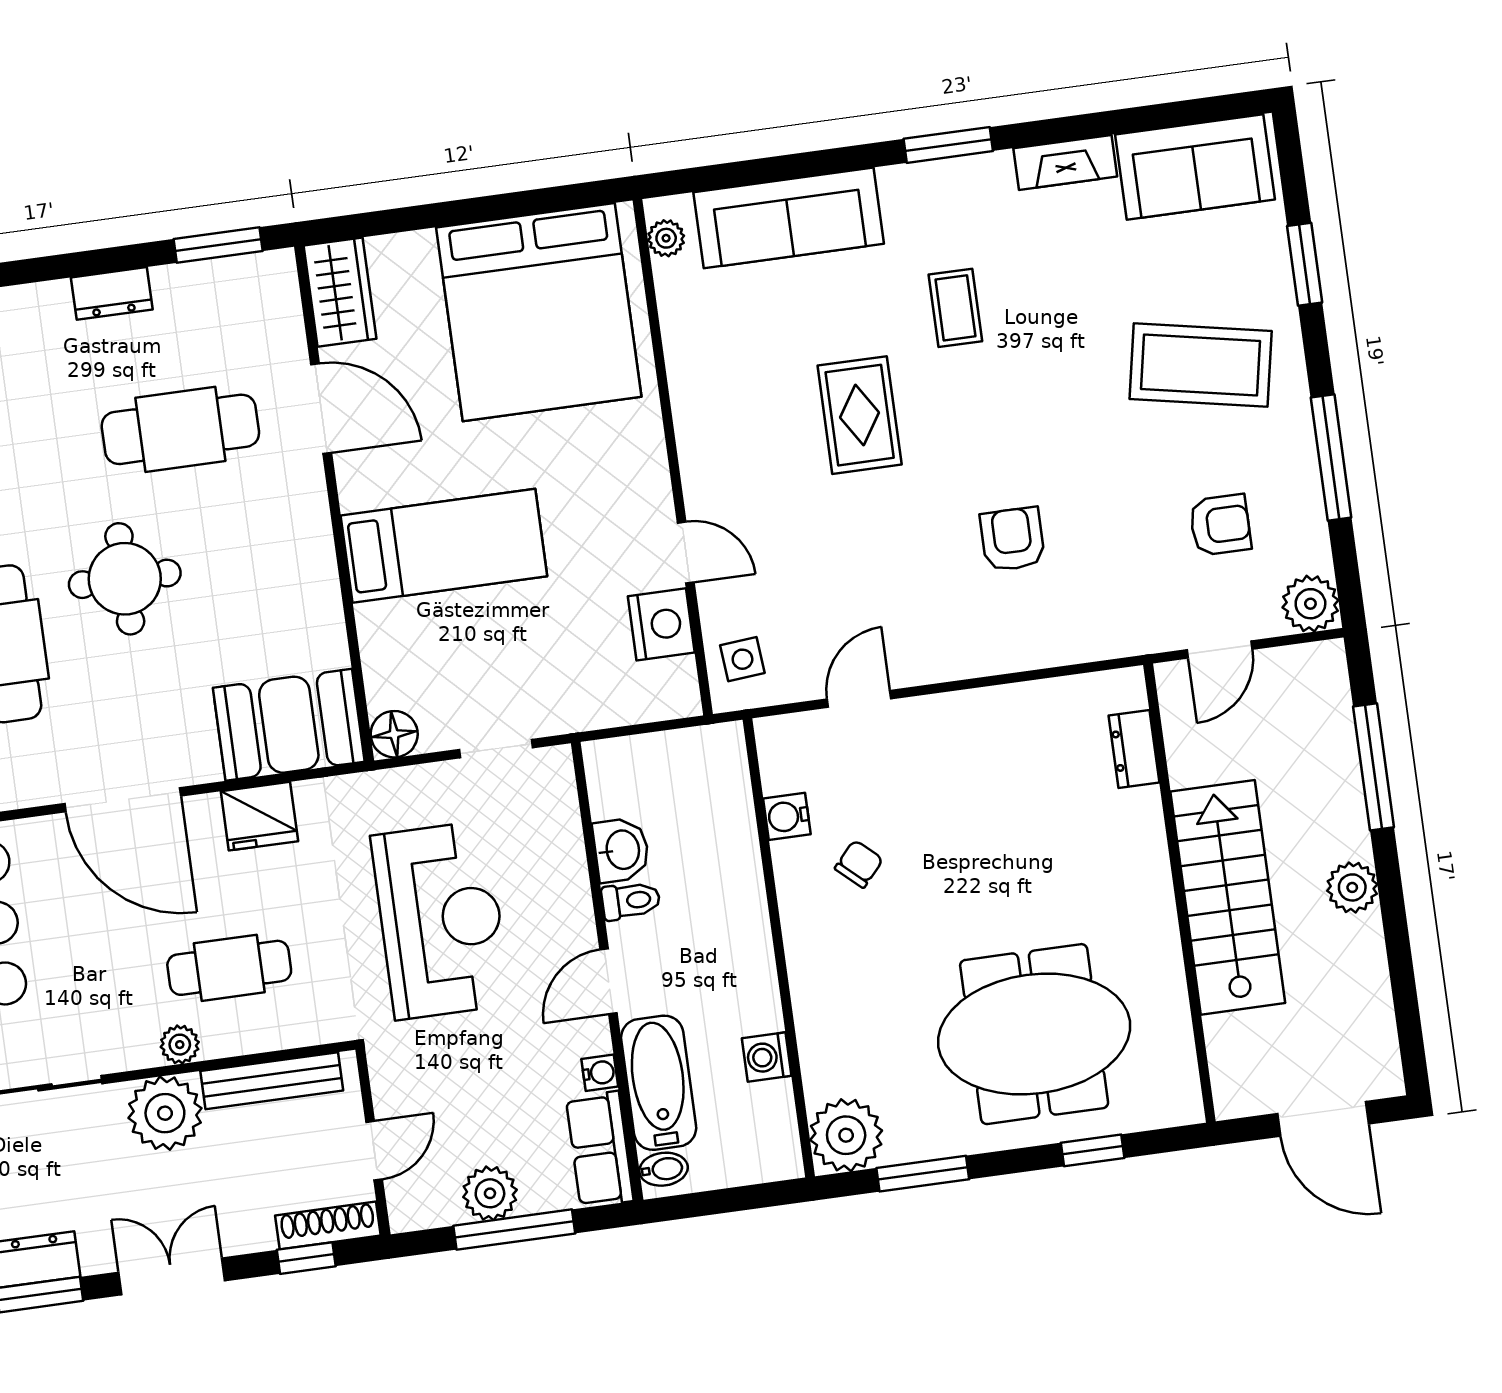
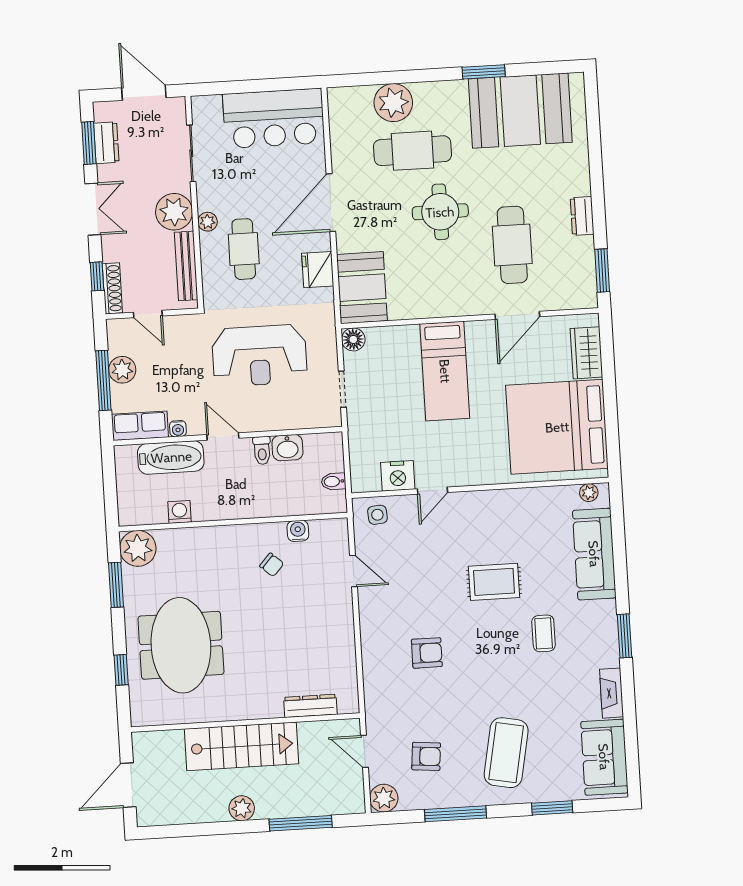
wardrobe: (340, 292) -> (586, 353), moved, turned 90
coffee table: (955, 308) -> (544, 633), turned 90
armchair: (1220, 525) -> (426, 756), turned -85
dresser: (1134, 749) -> (310, 706), width x1.44
bidet: (664, 1169) -> (334, 481), moved, turned 90

